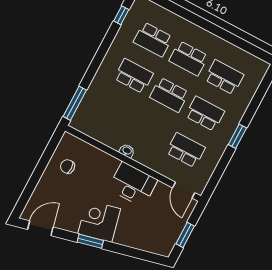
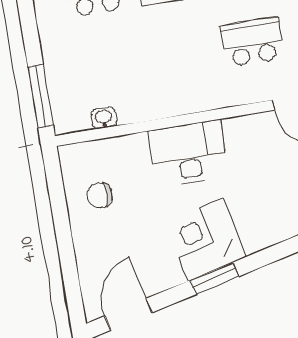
washbasin: (127, 151) -> (104, 118), moved
desk: (133, 184) -> (188, 153), moved

